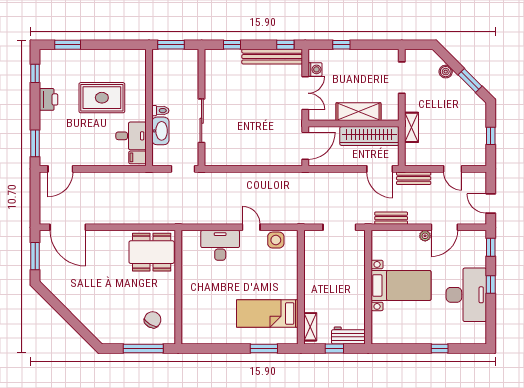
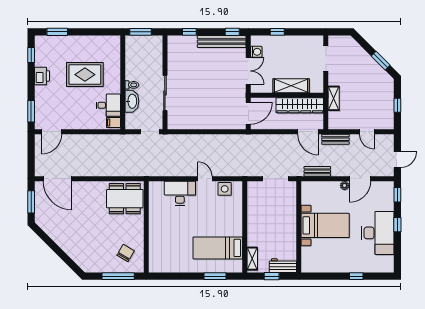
boiler: (446, 72) -> (361, 54), removed
door: (491, 204) -> (397, 160), swing flipped

